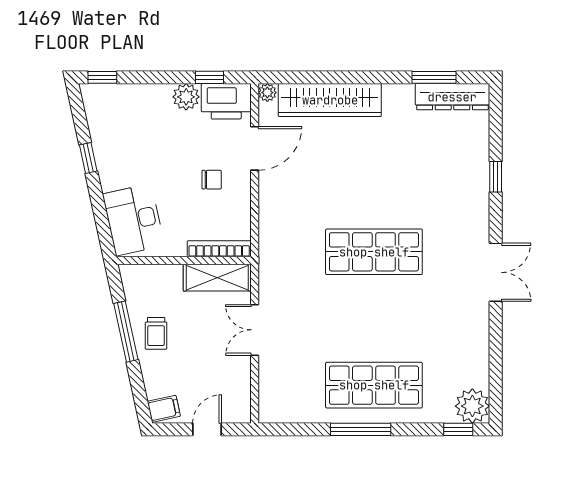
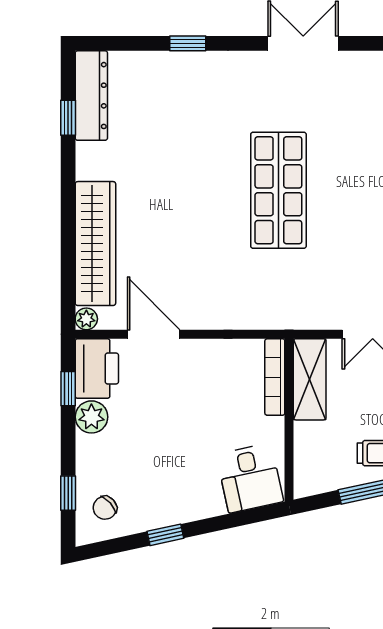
window: (102, 77) -> (68, 493), moved
window: (434, 77) -> (68, 118), width x0.67
chair: (212, 180) -> (105, 508), moved, turned -132
desk: (134, 220) -> (250, 478), width x0.73

